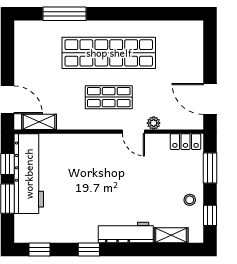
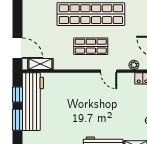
plant: (154, 123) -> (134, 65), moved

